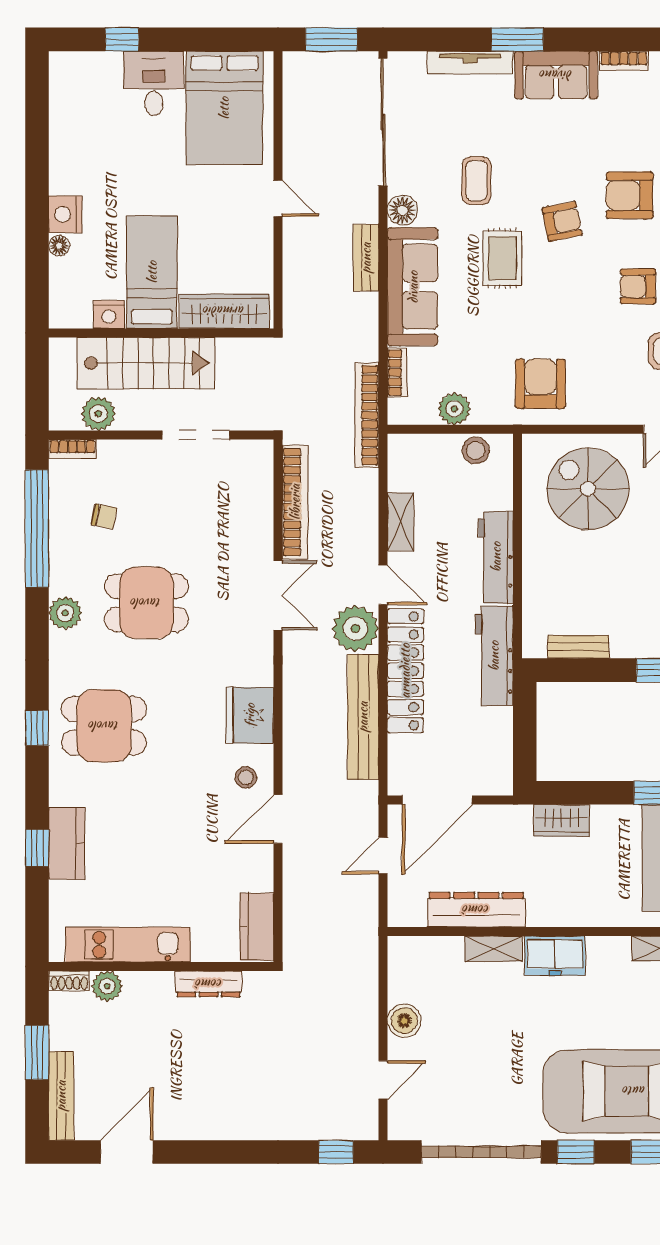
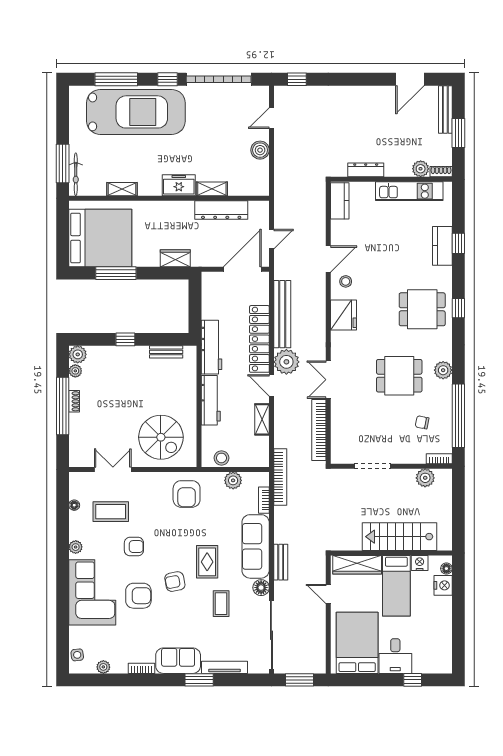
bed: (152, 272) -> (396, 586), moved
wardrobe: (224, 311) -> (357, 565), moved
nightstand: (109, 314) -> (420, 563), moved
wall: (161, 333) -> (391, 553), moved
stairs: (146, 363) -> (400, 537), moved

